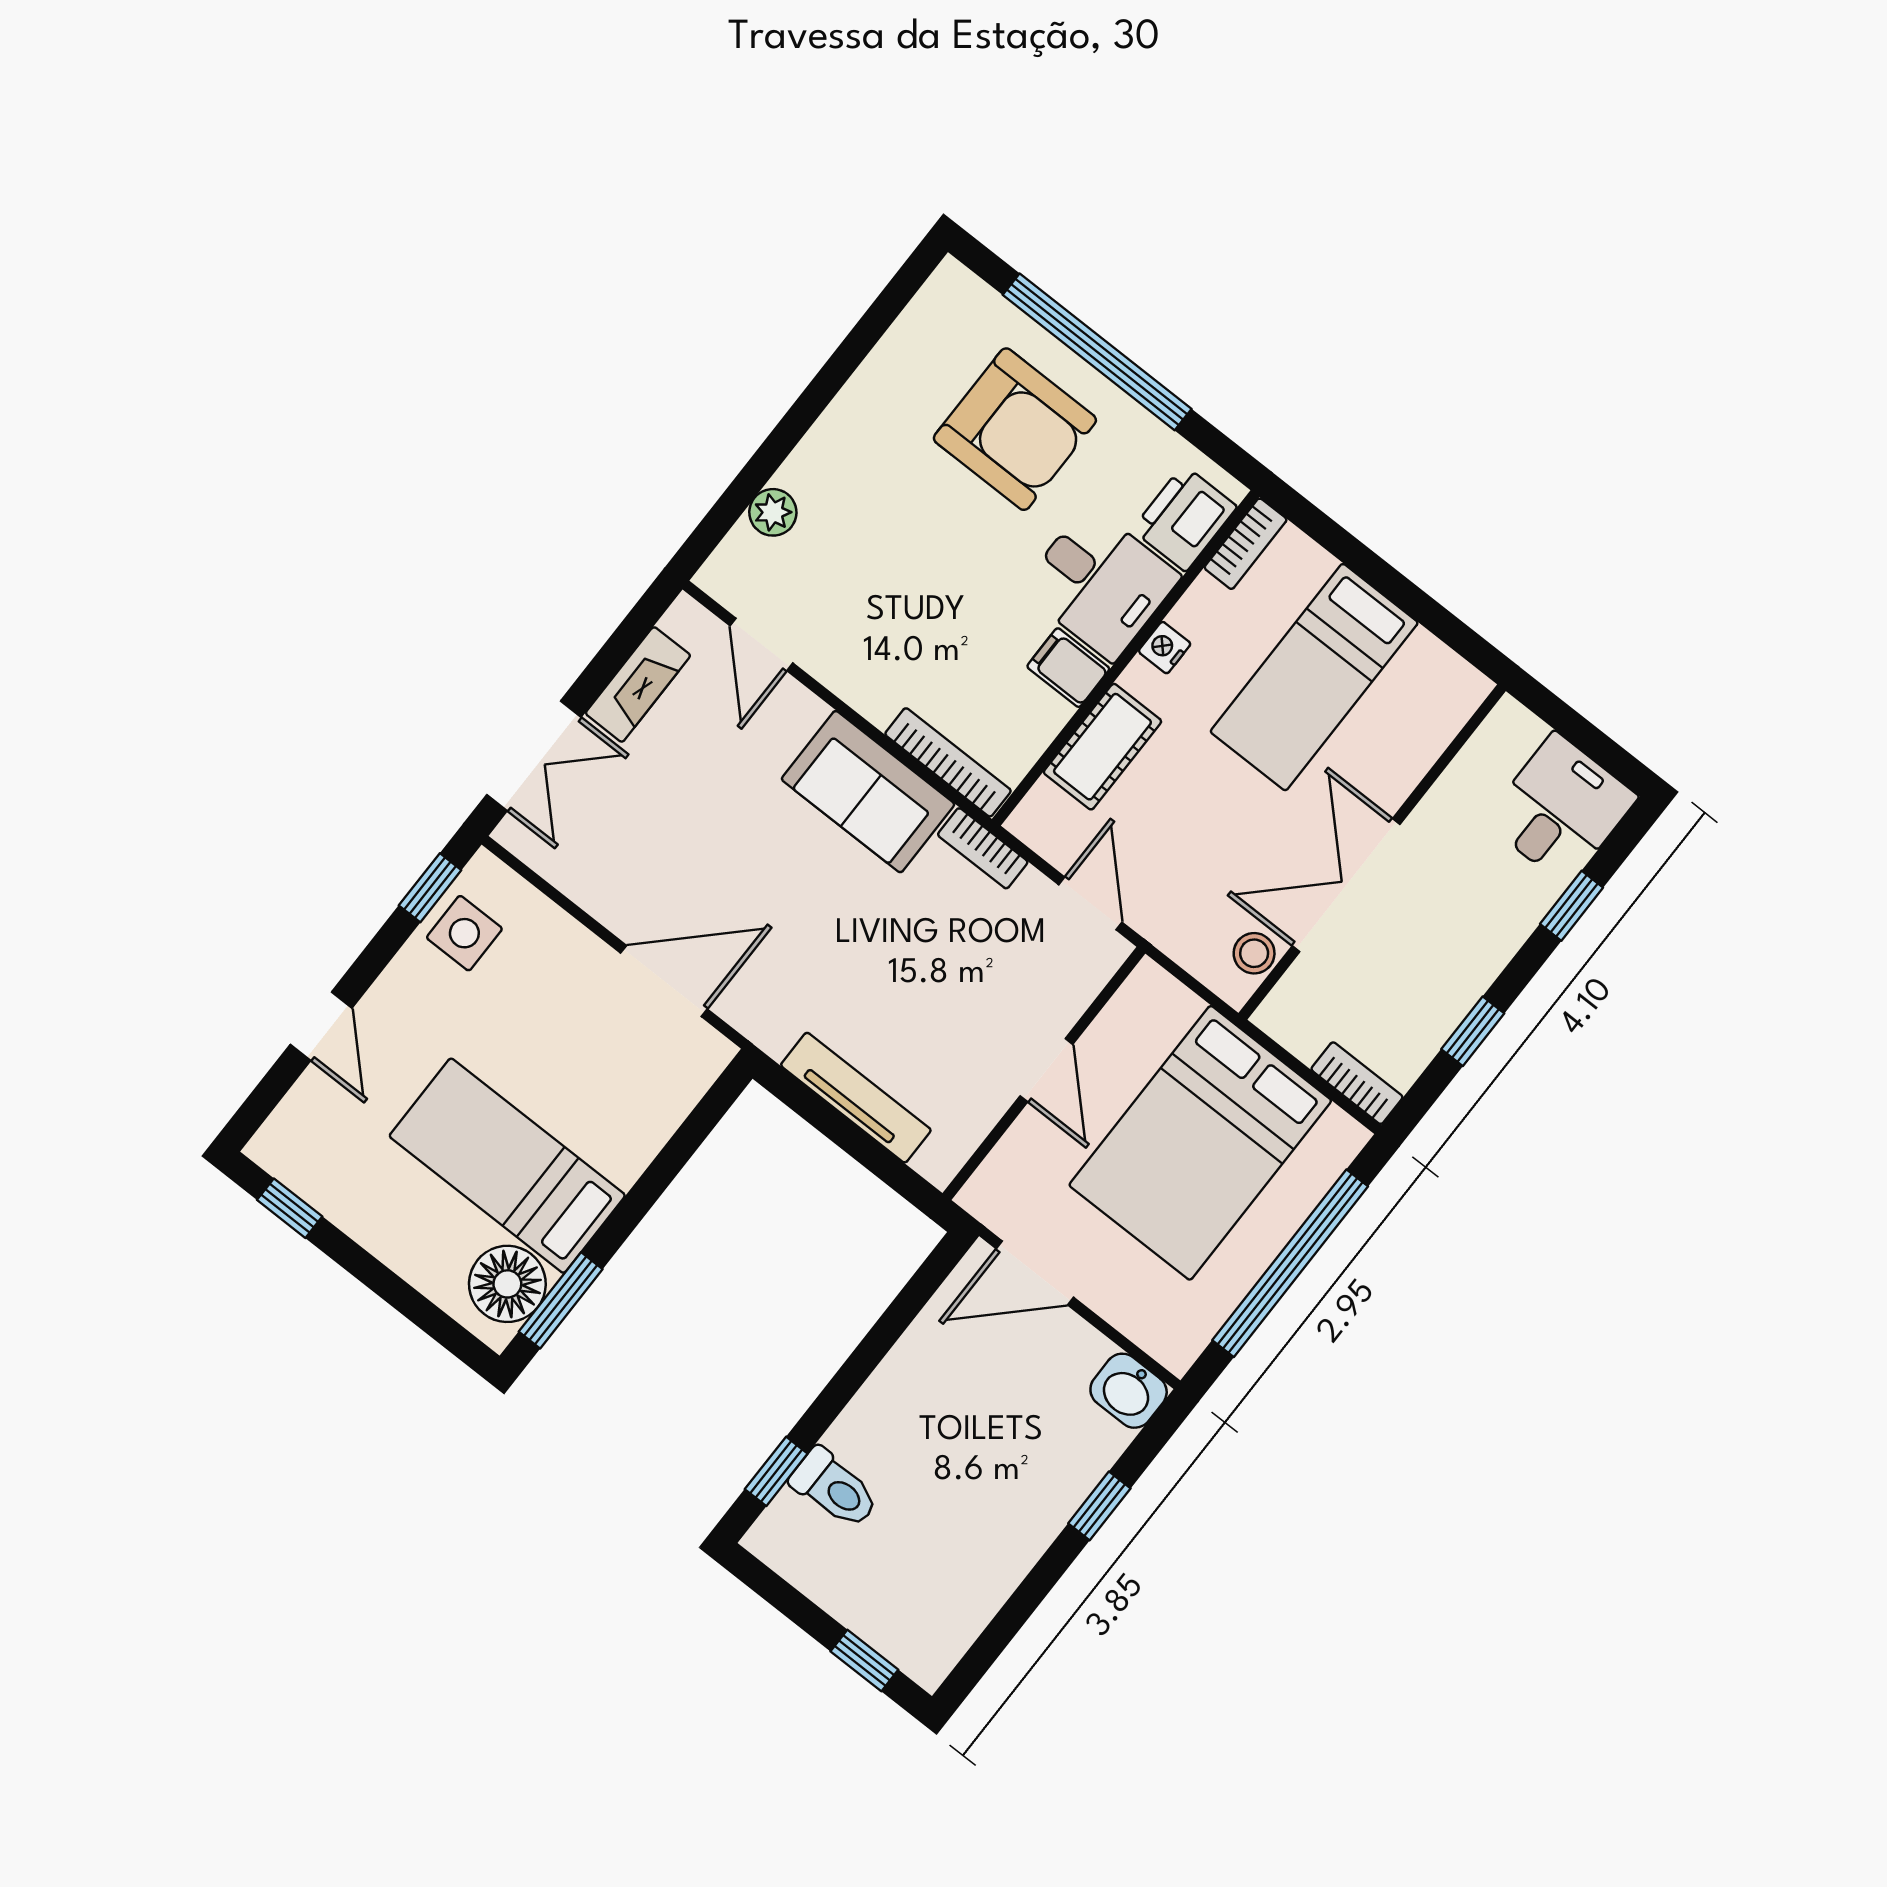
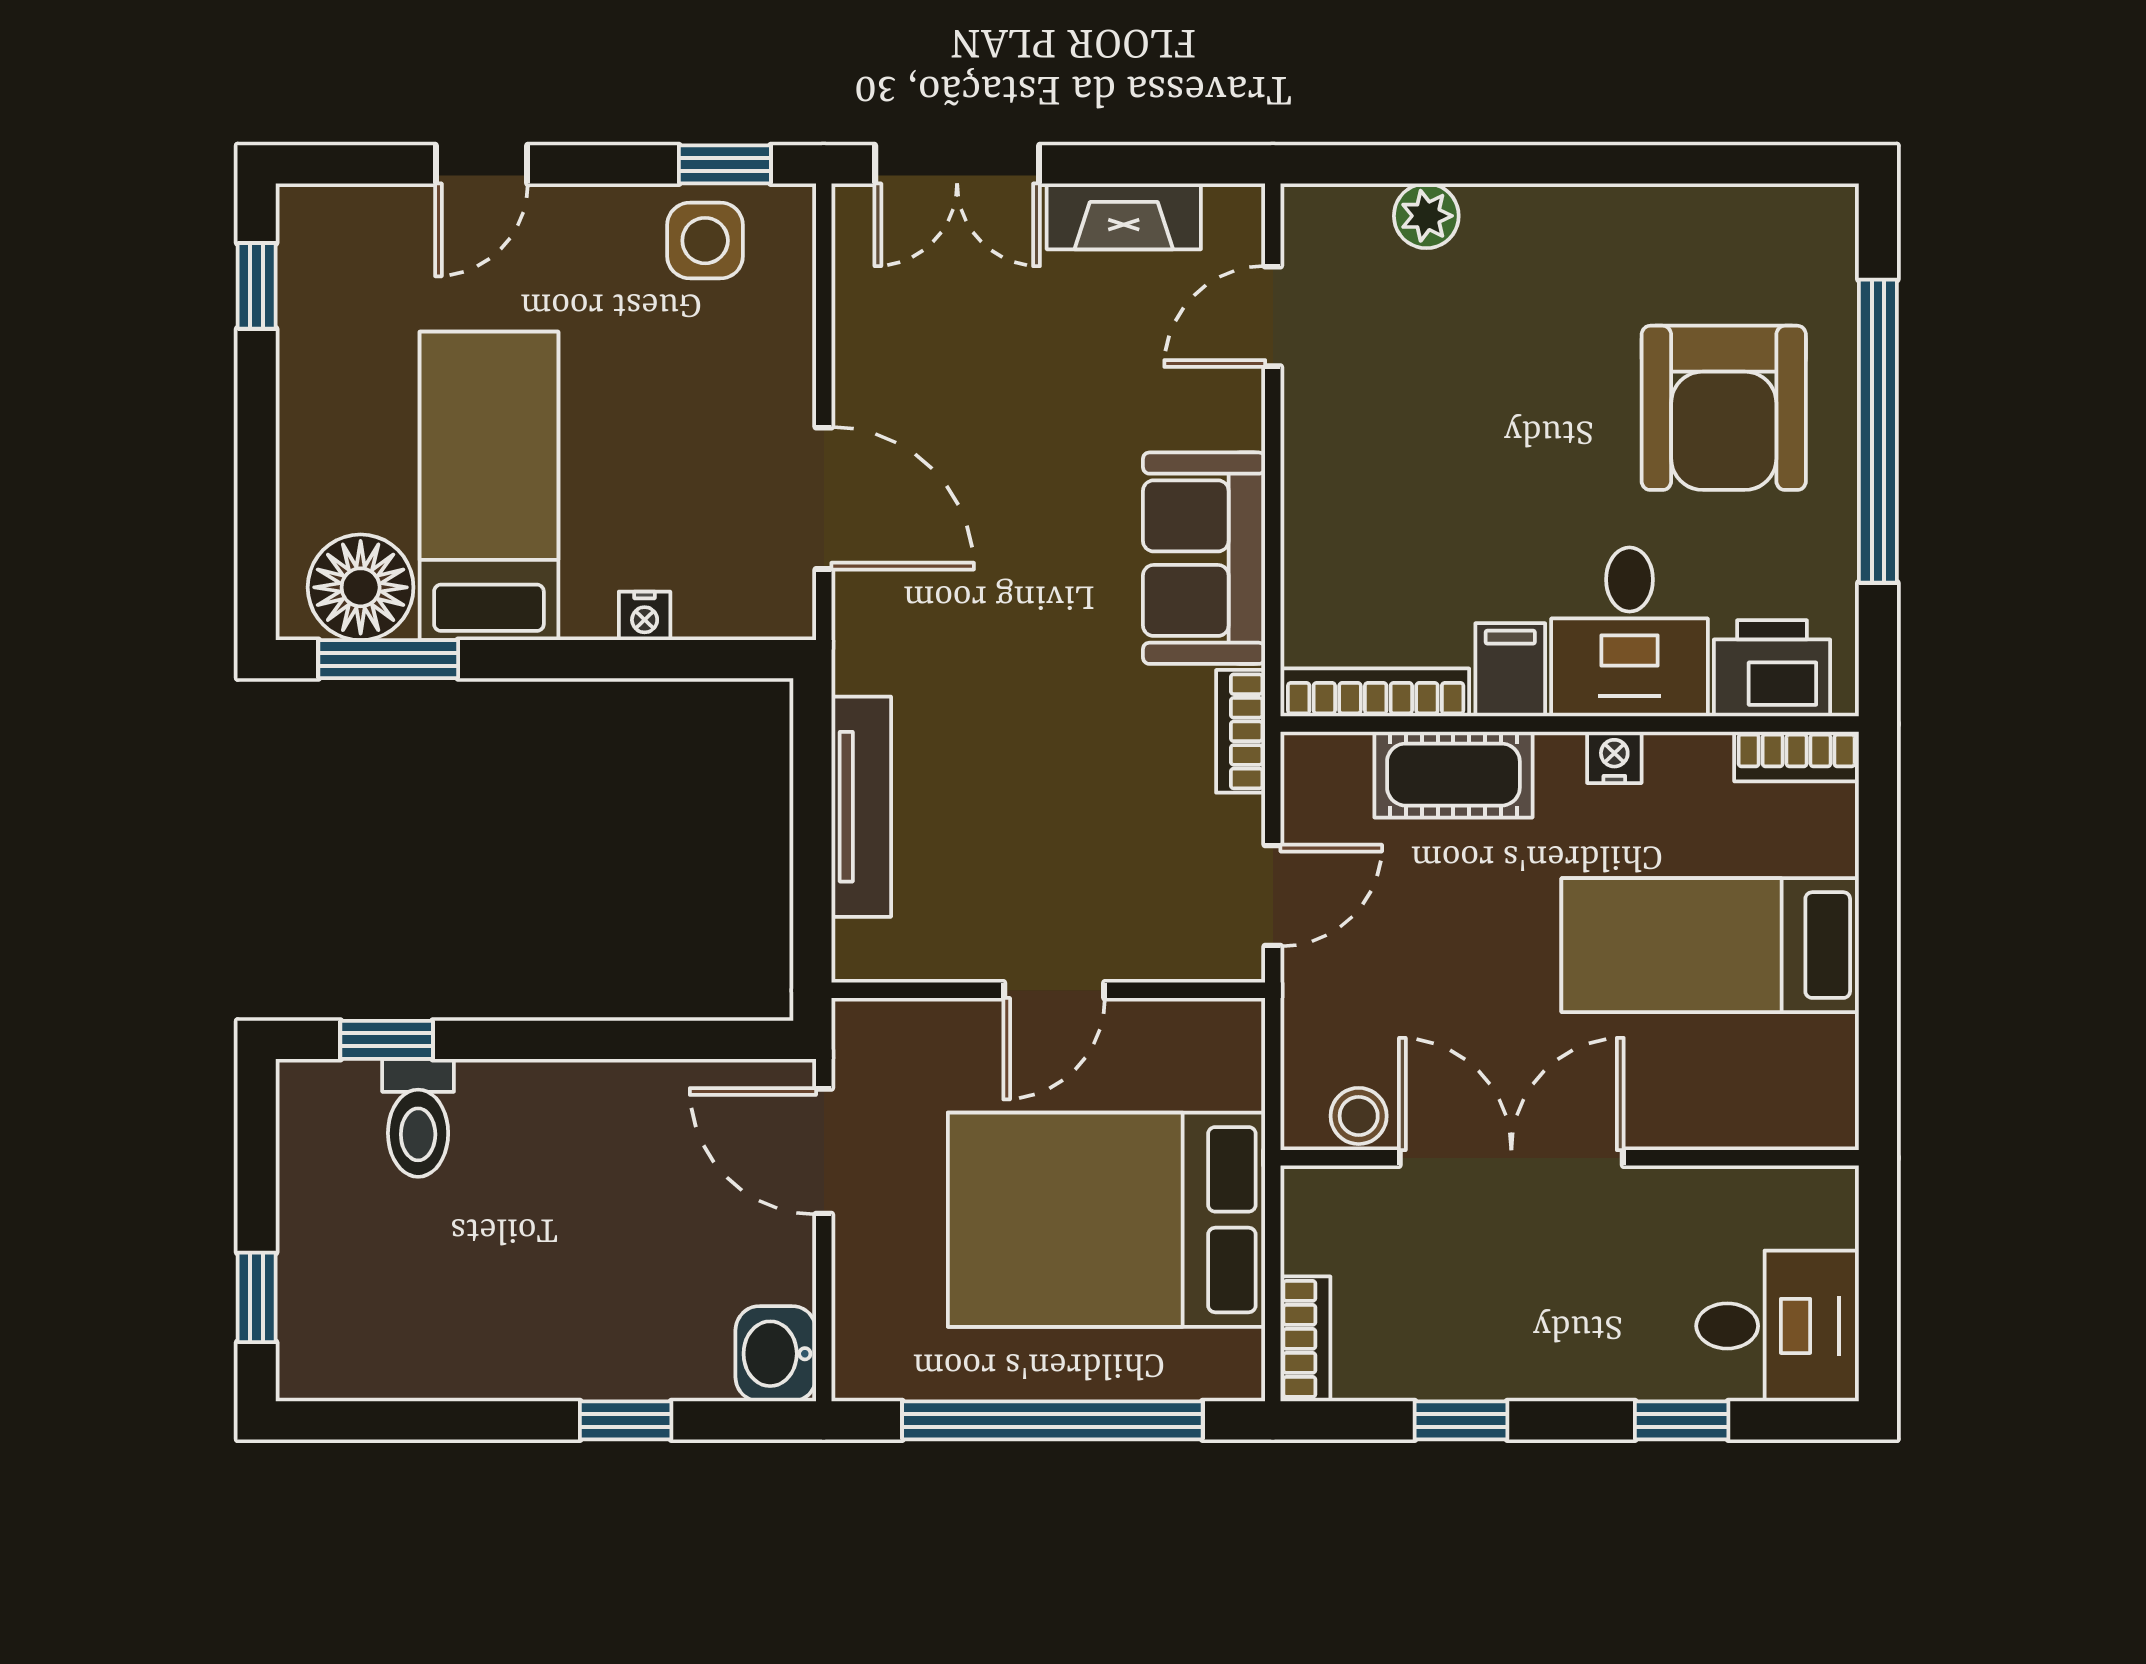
bookcase: (948, 762) -> (1376, 692), moved, turned -90
nightstand: (651, 1135) -> (645, 616), added

